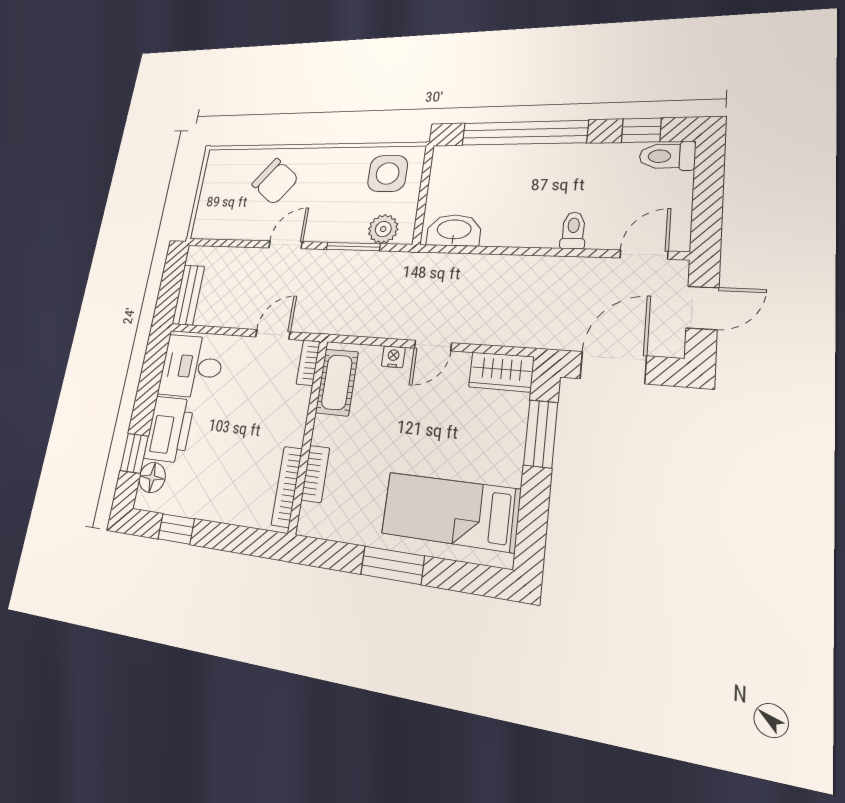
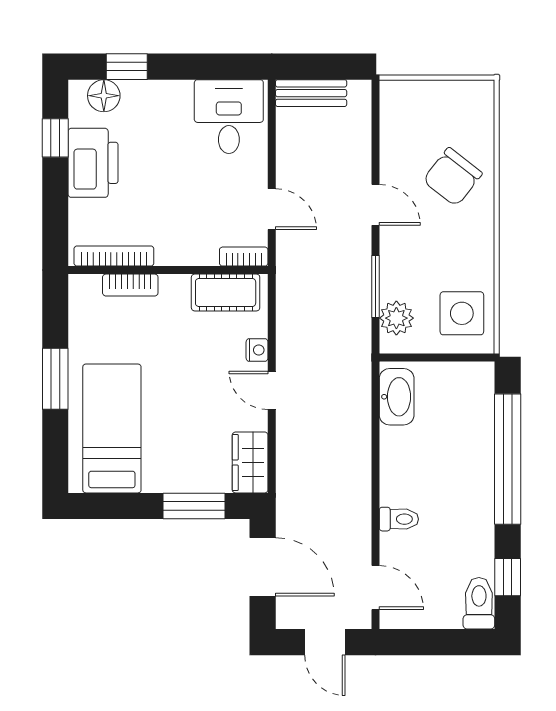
printer: (169, 429) -> (93, 163), moved, turned -90

